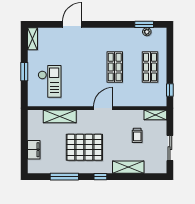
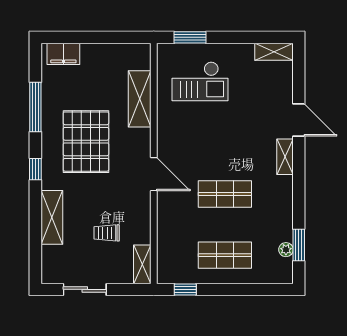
shelving: (93, 32) -> (285, 157), added
window: (24, 72) -> (190, 37), moved
filing cabinet: (34, 150) -> (63, 54), moved

